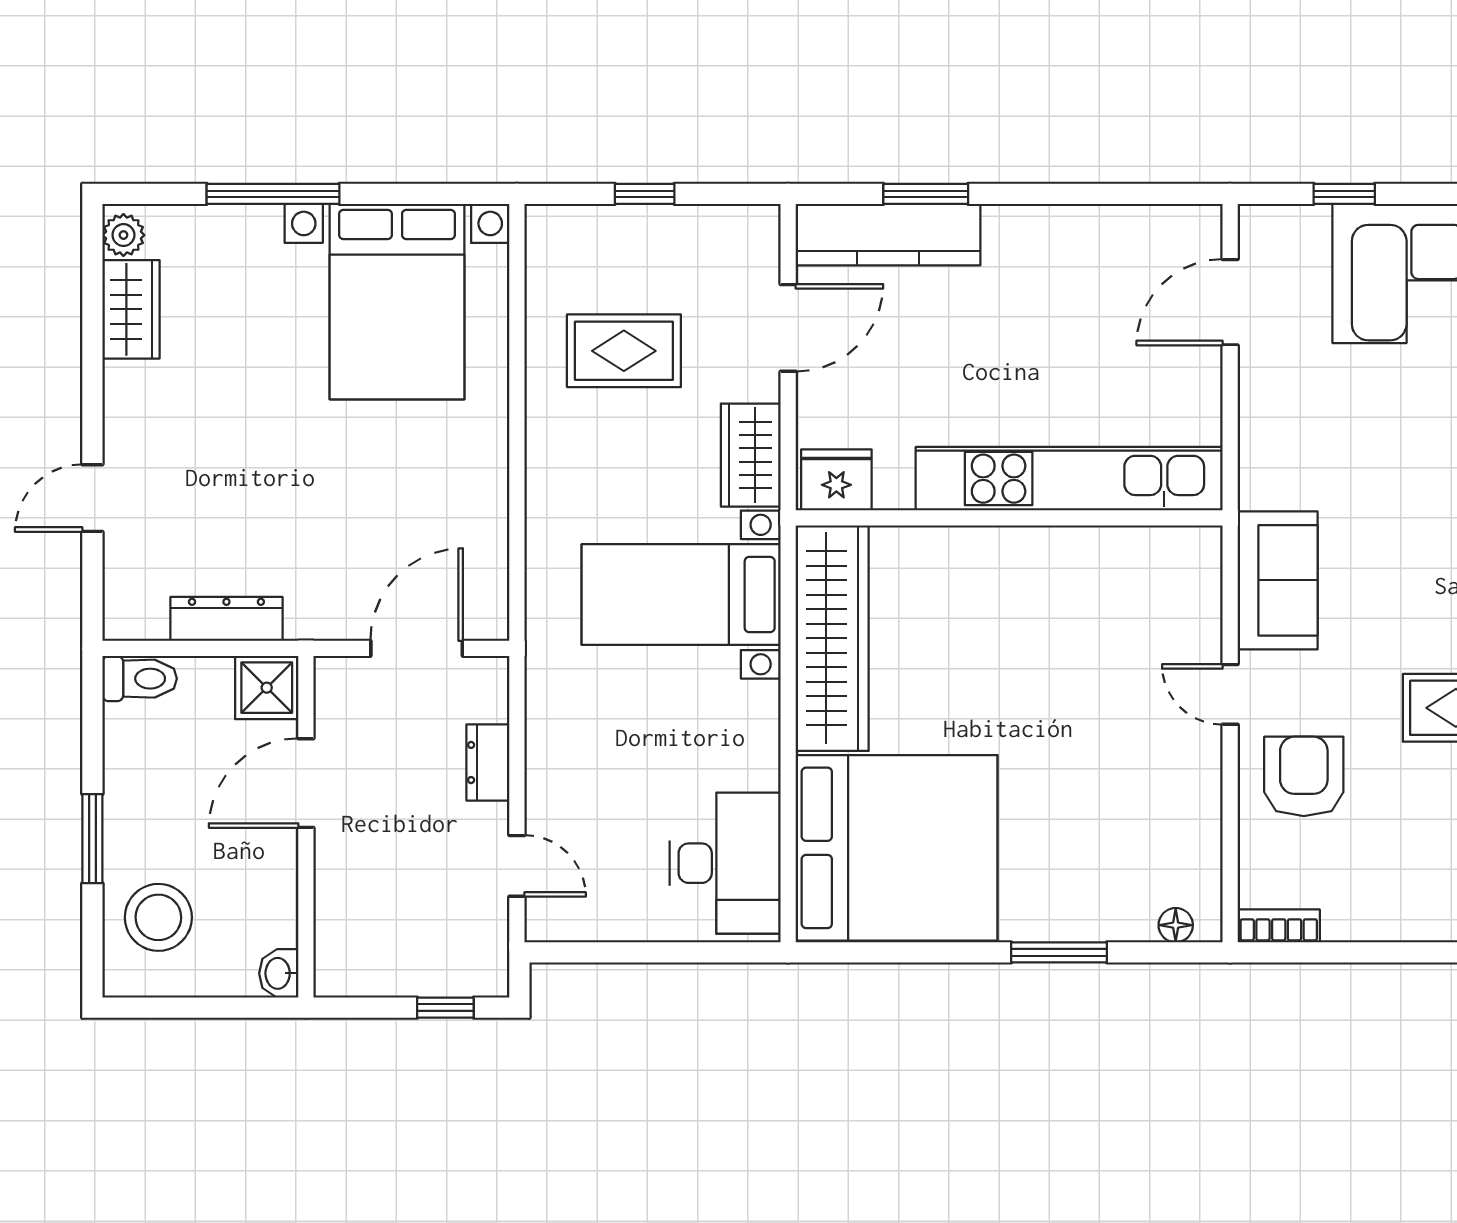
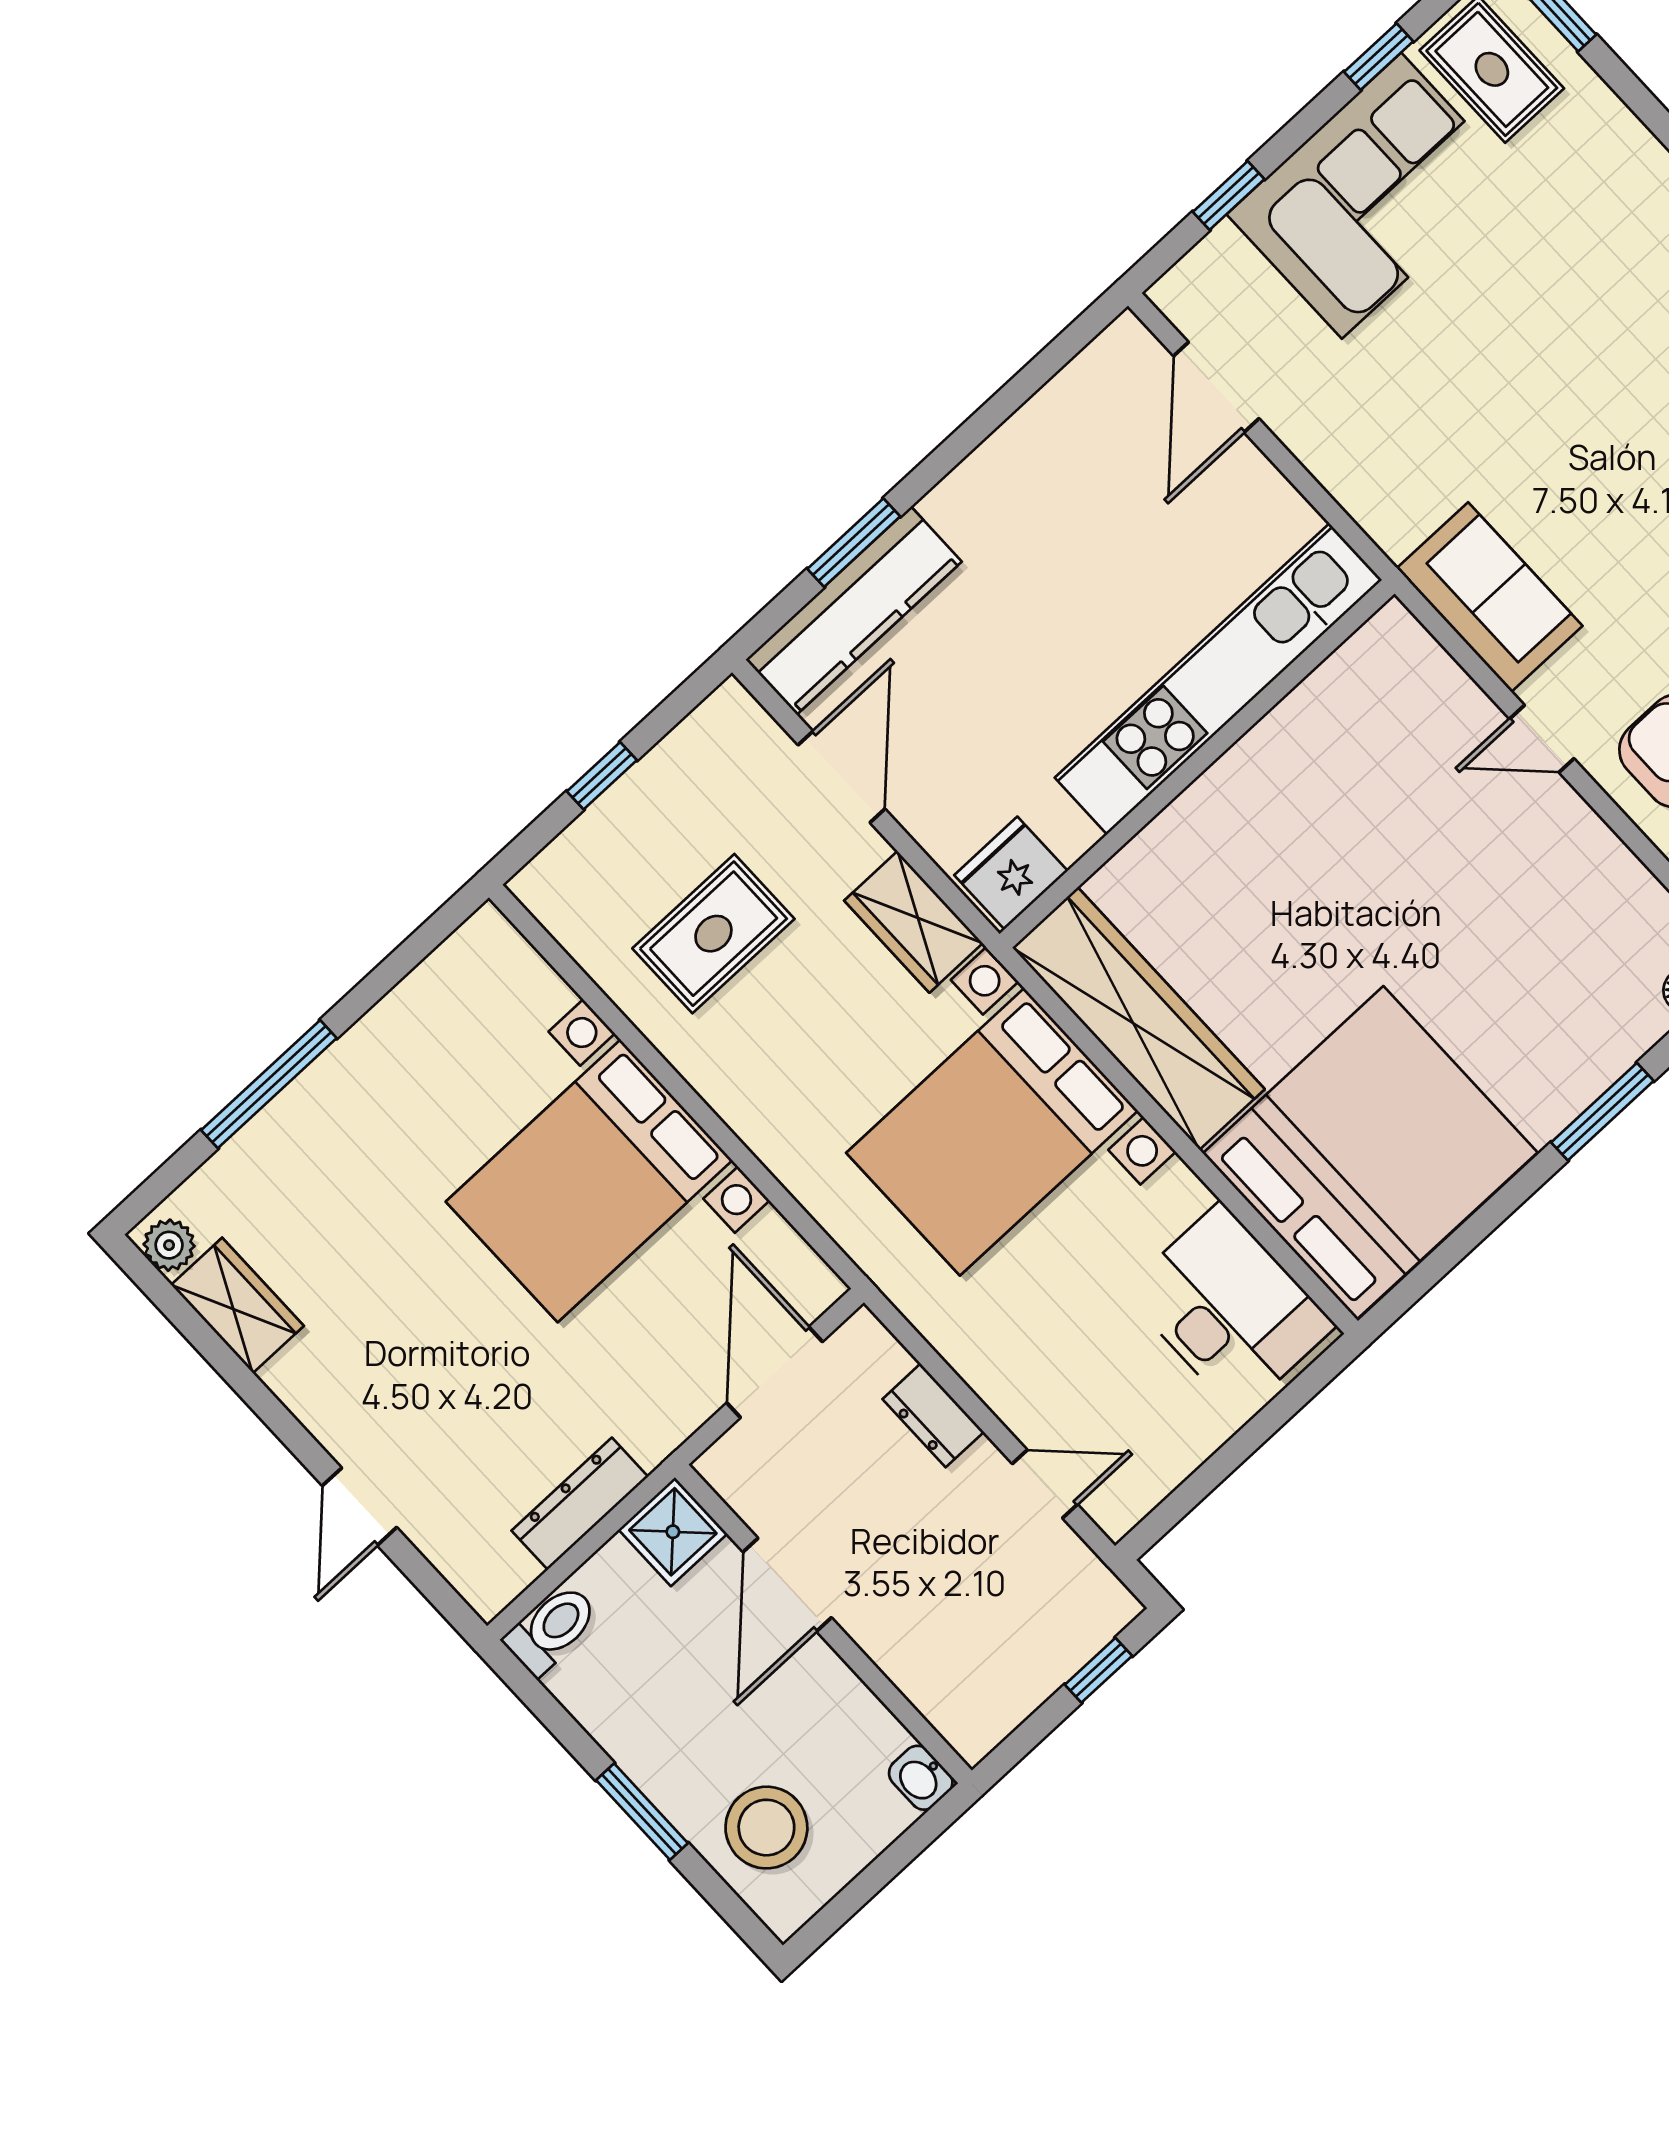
bed with nightstands: (397, 302) -> (589, 1181), moved, turned 90
bed with nightstands: (681, 595) -> (992, 1132), width x1.36

